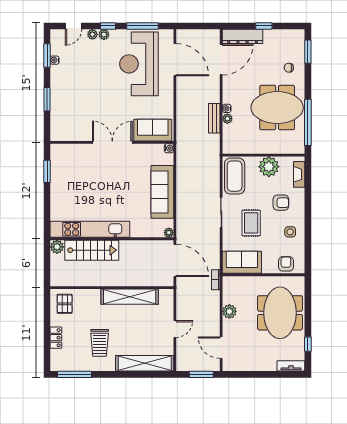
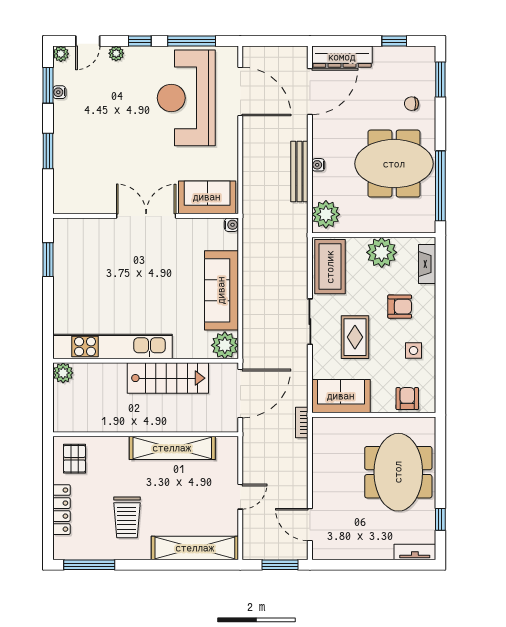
window: (264, 26) -> (394, 41), moved
plant: (104, 35) -> (61, 54), moved
bench: (214, 118) -> (299, 171), width x1.36
plant: (227, 119) -> (326, 214), moved, width x1.88, depth x1.88
plant: (169, 233) -> (225, 345), width x1.87, depth x1.87
stairs: (92, 250) -> (168, 378), moved
door: (175, 260) -> (240, 393), hinge flipped
plant: (229, 311) -> (322, 470), removed
locker: (56, 338) -> (61, 510), width x1.53

